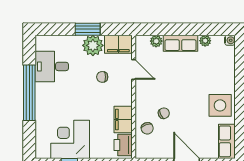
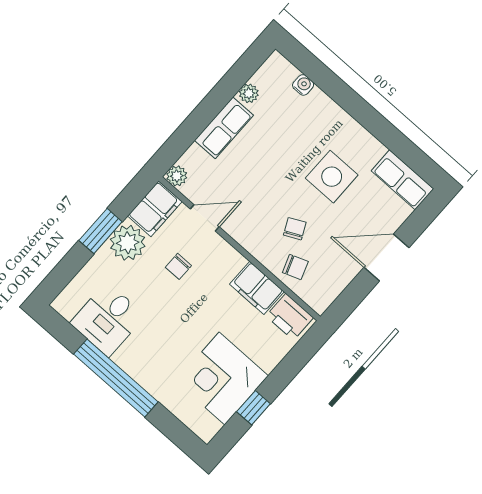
water cooler: (230, 40) -> (303, 85), moved
plant: (156, 41) -> (177, 176), moved
side table: (220, 105) -> (332, 177), moved

